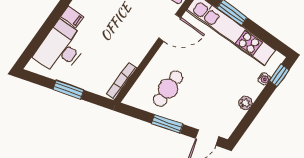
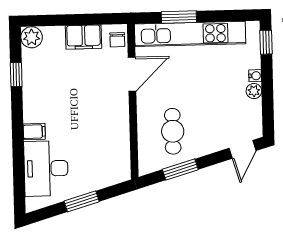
water cooler: (264, 79) -> (255, 76), moved
bookcase: (122, 81) -> (125, 156), removed
window: (167, 124) -> (180, 170), moved

